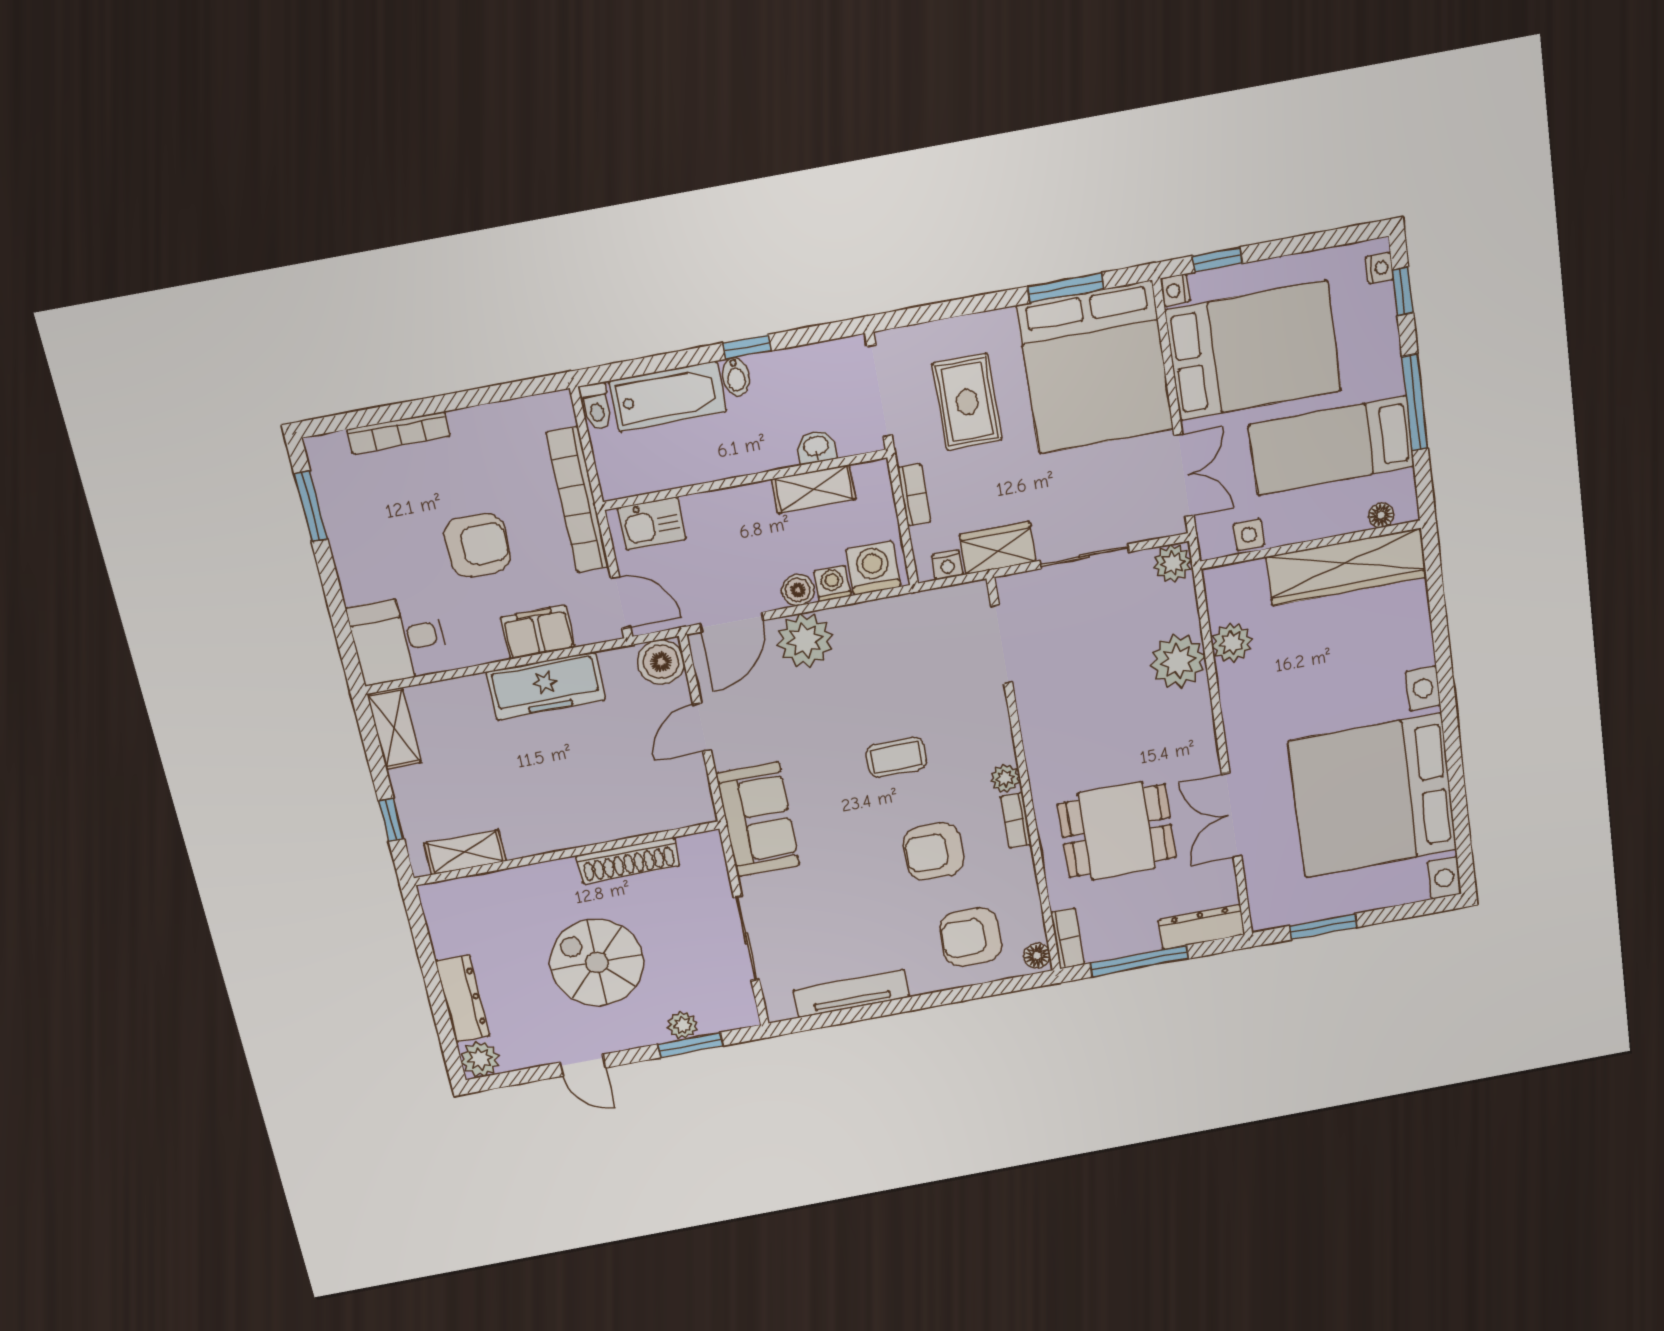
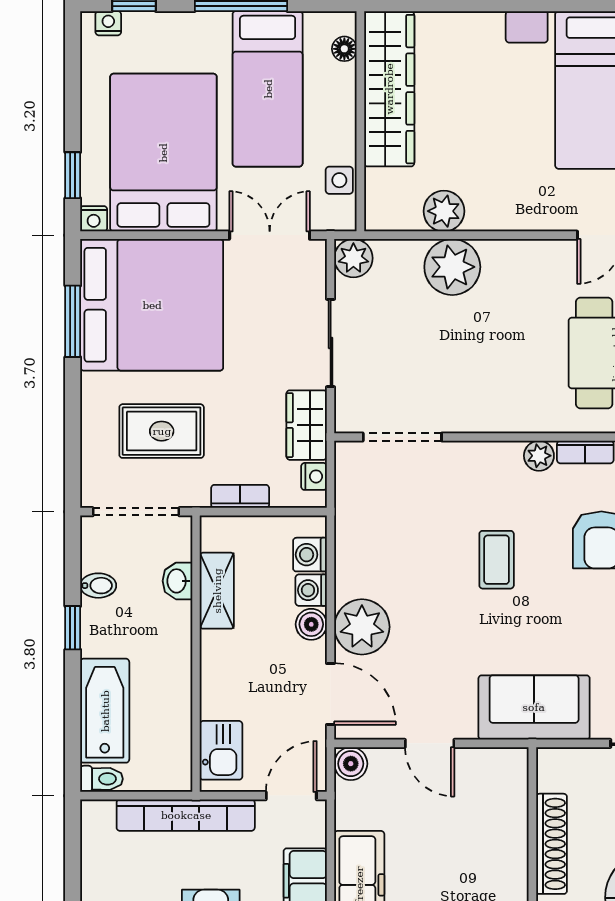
bidet: (736, 377) -> (98, 586), moved
washing machine: (873, 568) -> (310, 555), width x0.73, depth x0.73
boiler: (661, 662) -> (351, 764), width x0.73, depth x0.73

